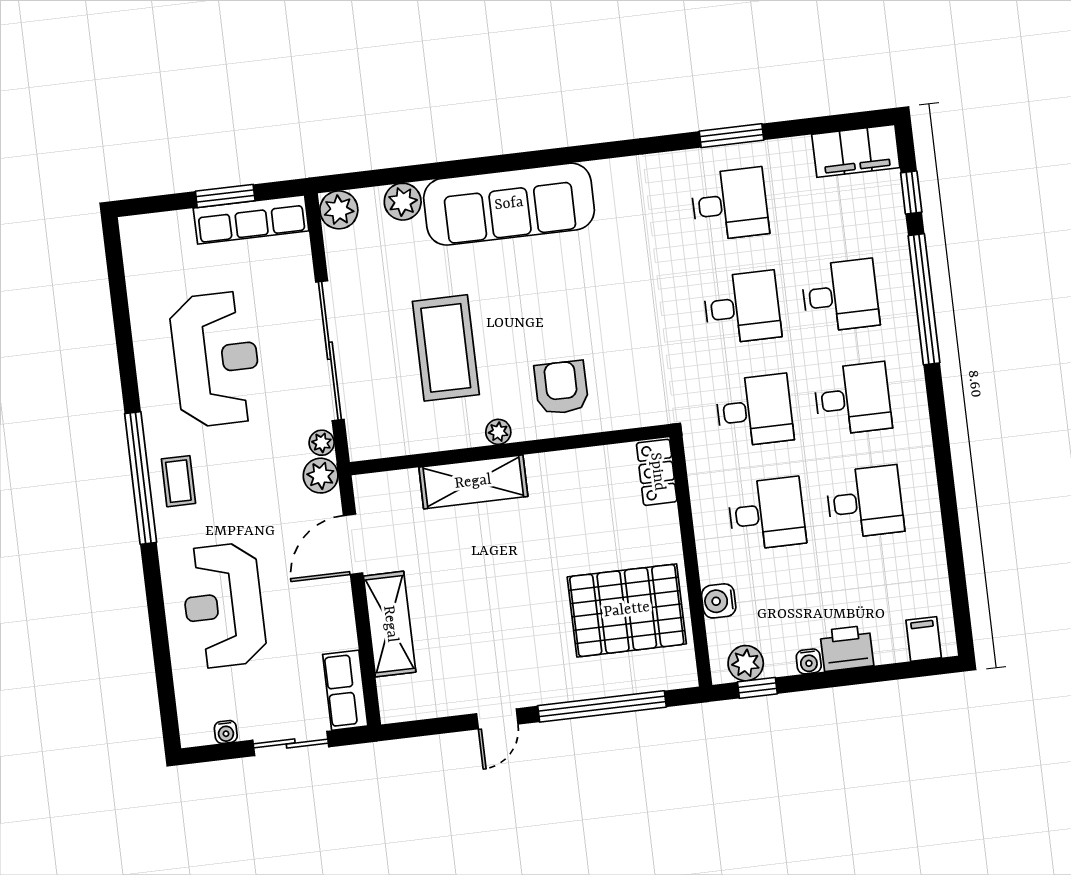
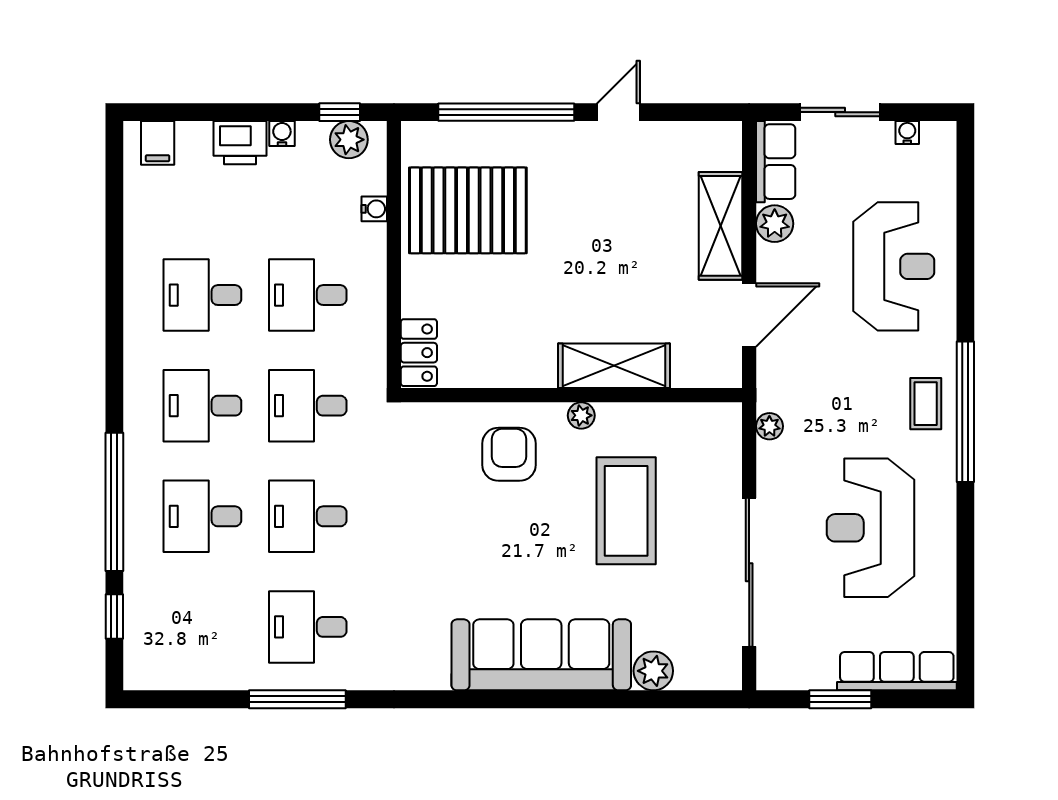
window: (731, 136) -> (297, 699), width x1.44
filing cabinet: (856, 151) -> (168, 667), removed
plant: (339, 210) -> (722, 670), removed
row of seats: (251, 220) -> (897, 671), moved
sliding door: (330, 351) -> (749, 572), moved
armchair: (561, 388) -> (509, 454), turned 180
plant: (321, 476) -> (775, 224), moved
water cooler: (719, 601) -> (374, 209), width x0.72, depth x0.72

